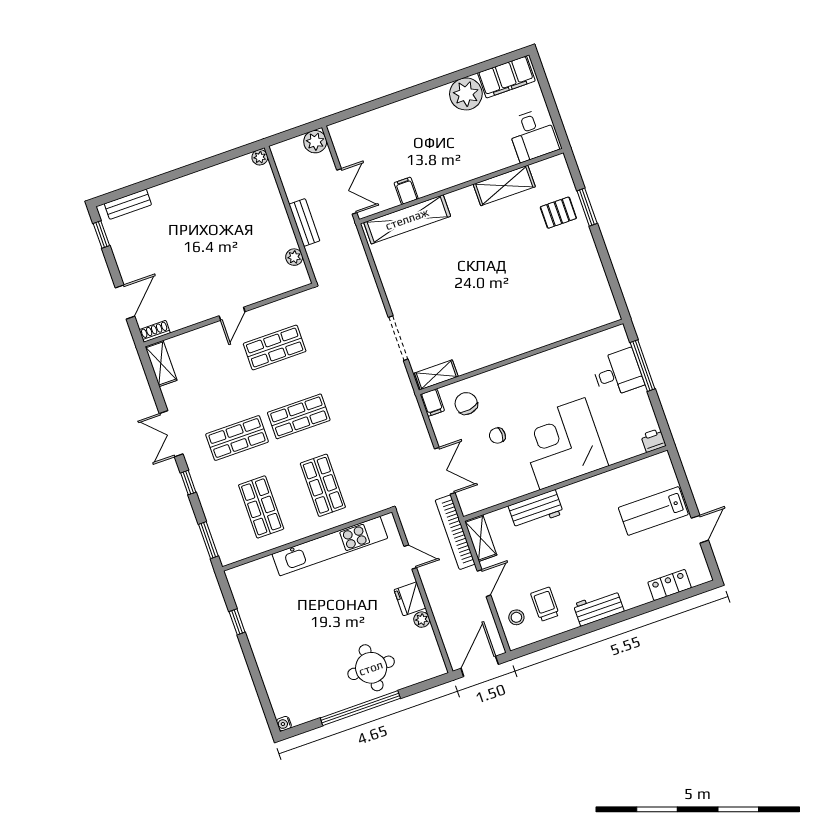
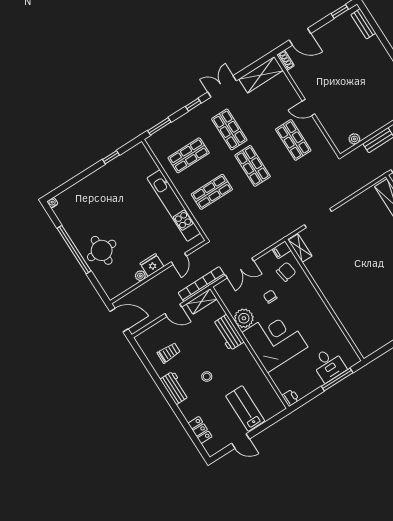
shelving: (161, 363) -> (261, 75), width x1.50, depth x1.33
plant: (520, 482) -> (244, 318), added
stool: (516, 617) -> (207, 376), moved

